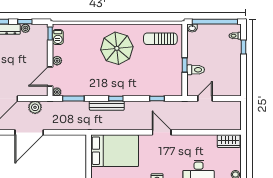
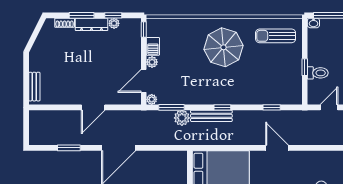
barbecue: (58, 37) -> (153, 46), moved
plant: (35, 107) -> (182, 118), moved

